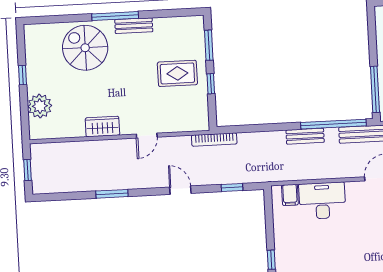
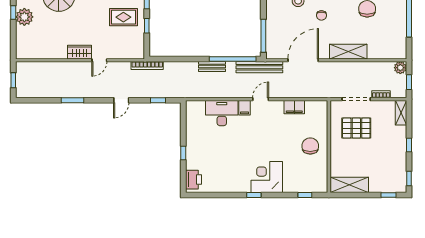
plant: (40, 106) -> (24, 17), moved
wardrobe: (102, 127) -> (80, 52), moved
door: (180, 190) -> (121, 100), swing flipped
filing cabinet: (290, 195) -> (245, 108), moved

